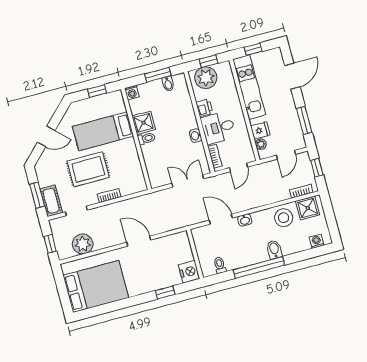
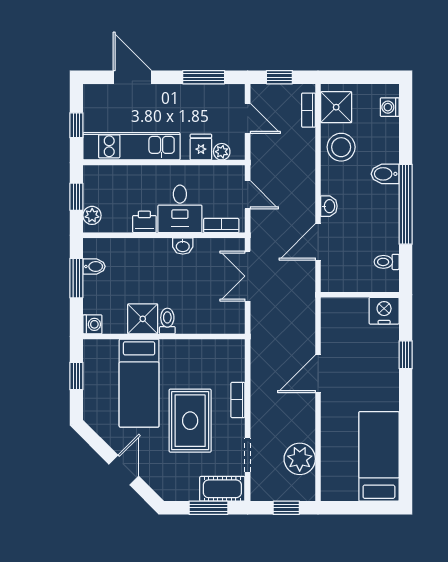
plant: (206, 78) -> (92, 215), width x0.53, depth x0.53
bed: (96, 287) -> (379, 456), width x0.67

